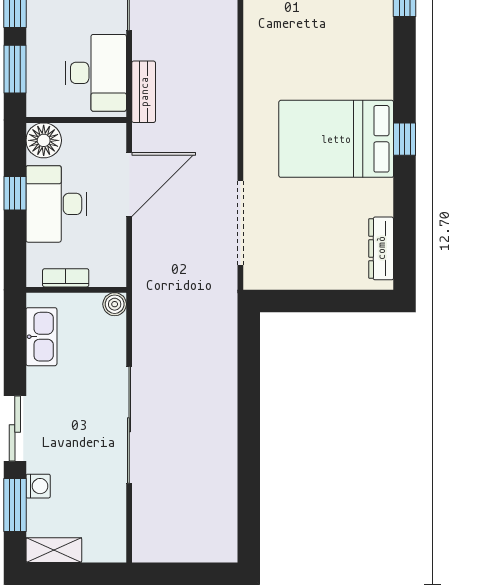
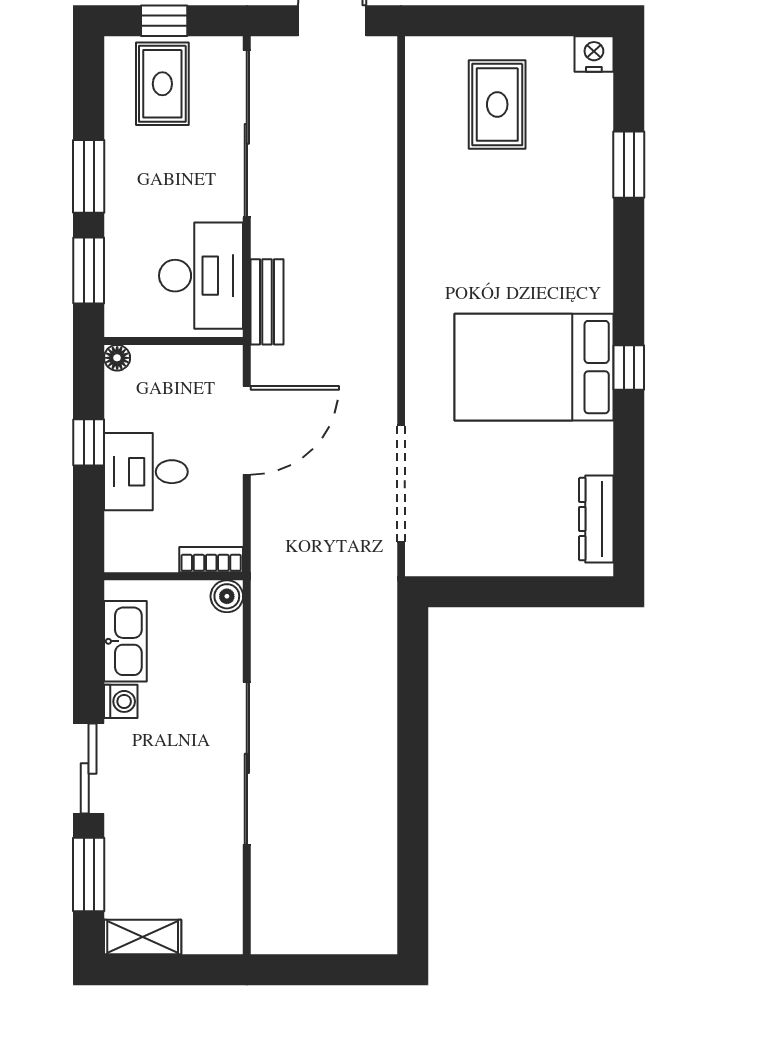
floor lamp: (44, 140) -> (117, 358), width x0.53, depth x0.53
desk: (56, 204) -> (146, 472), width x0.73
bookcase: (66, 278) -> (211, 560), moved
washing machine: (38, 486) -> (121, 701), moved

